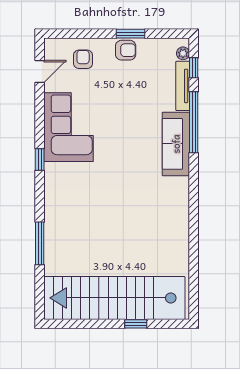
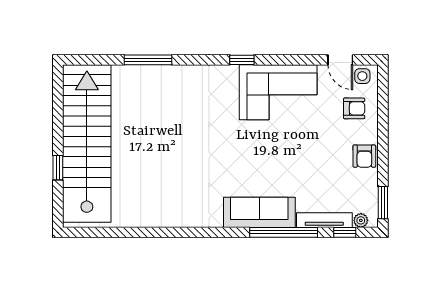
window: (131, 34) -> (383, 203), moved
side table: (54, 52) -> (362, 76), added

